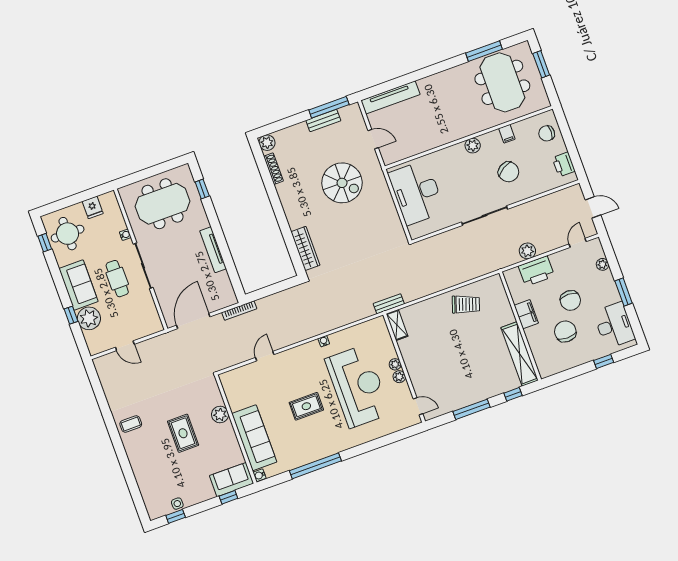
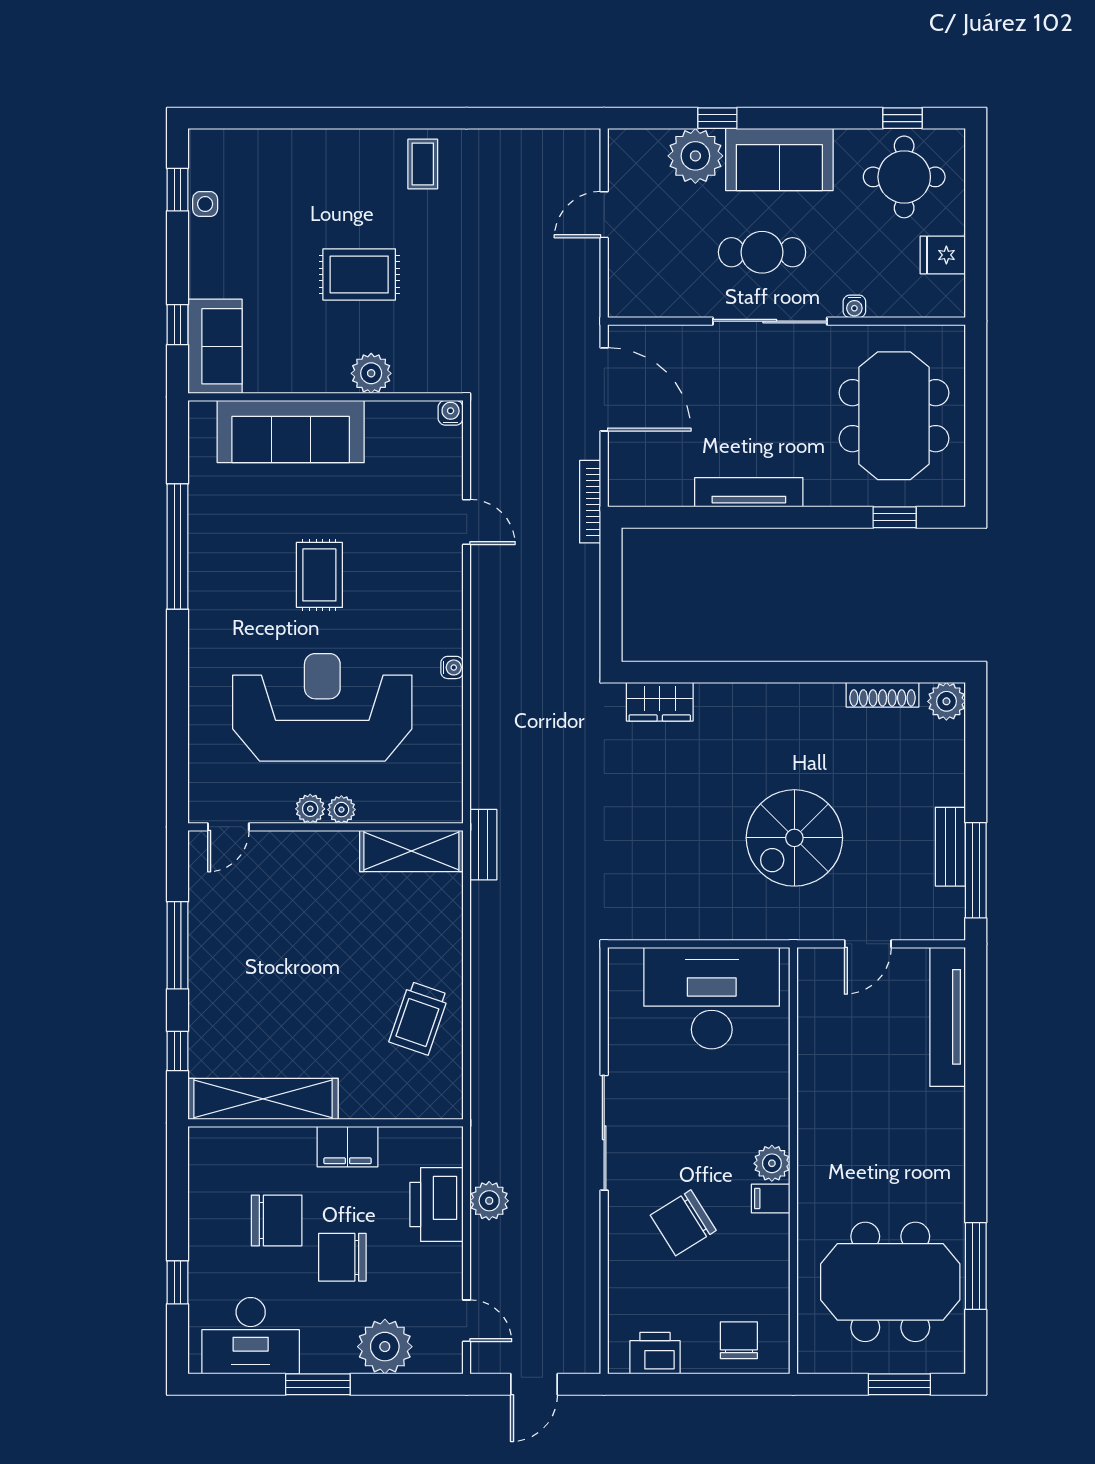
filing cabinet: (507, 134) -> (771, 1198), moved
wardrobe: (305, 248) -> (660, 702), width x0.67
plant: (603, 264) -> (385, 1347), width x1.88, depth x1.88
shelving: (397, 325) -> (411, 851), width x1.50, depth x1.33
reception desk: (358, 386) -> (322, 707), turned 180
water cooler: (259, 475) -> (451, 413), moved

